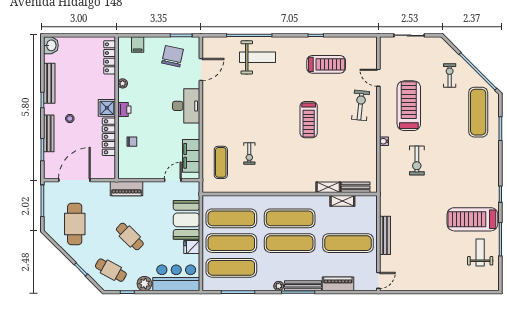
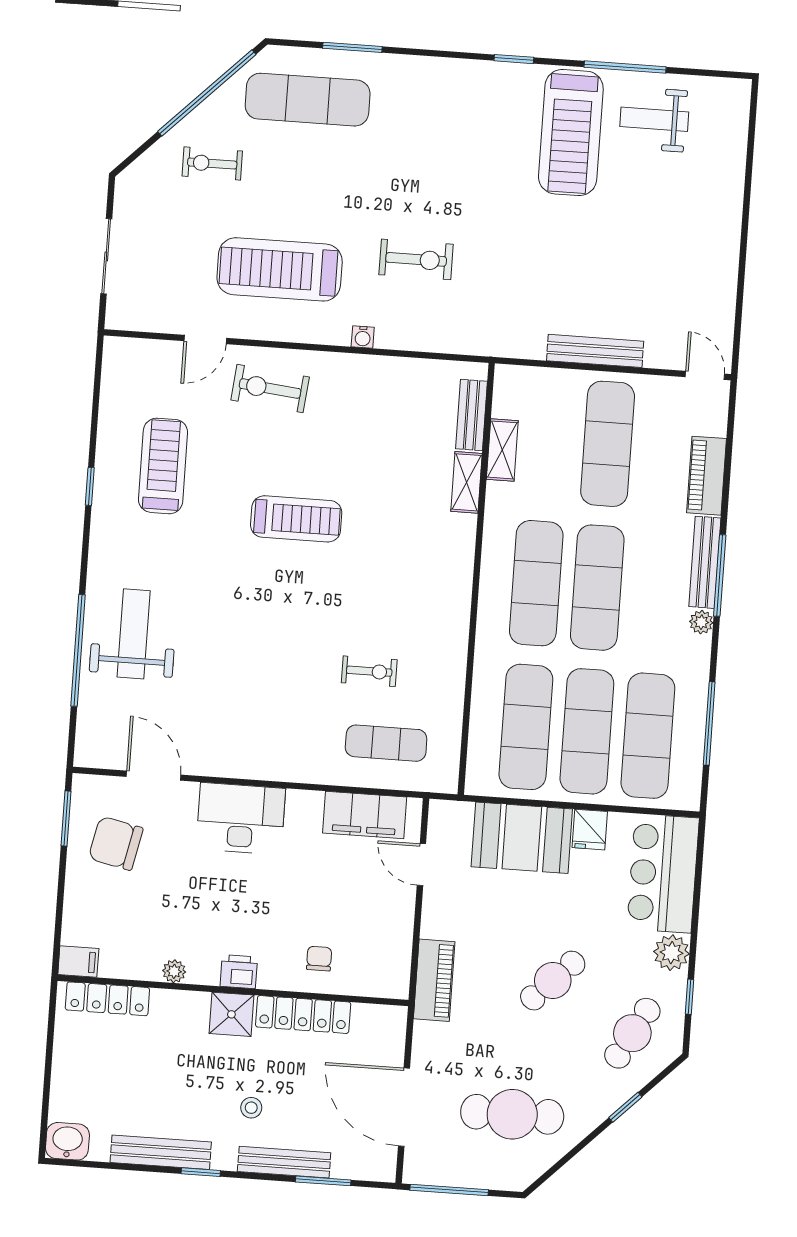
filing cabinet: (138, 45) -> (78, 962), moved

